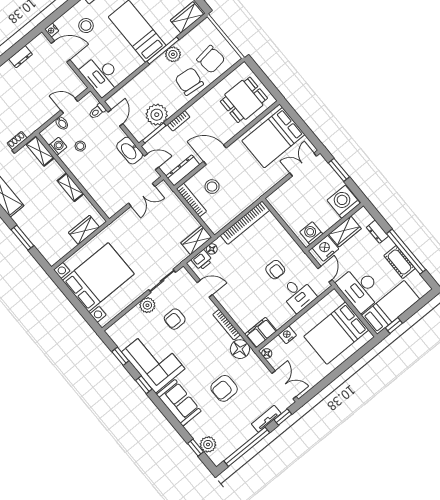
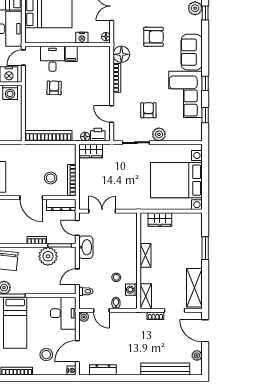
door: (61, 51) -> (77, 351), hinge flipped
dresser: (21, 57) -> (103, 370), width x1.44
plant: (80, 87) -> (84, 317), added
armchair: (175, 319) -> (148, 110), turned -90
filing cabinet: (261, 333) -> (71, 54), moved, width x0.50

